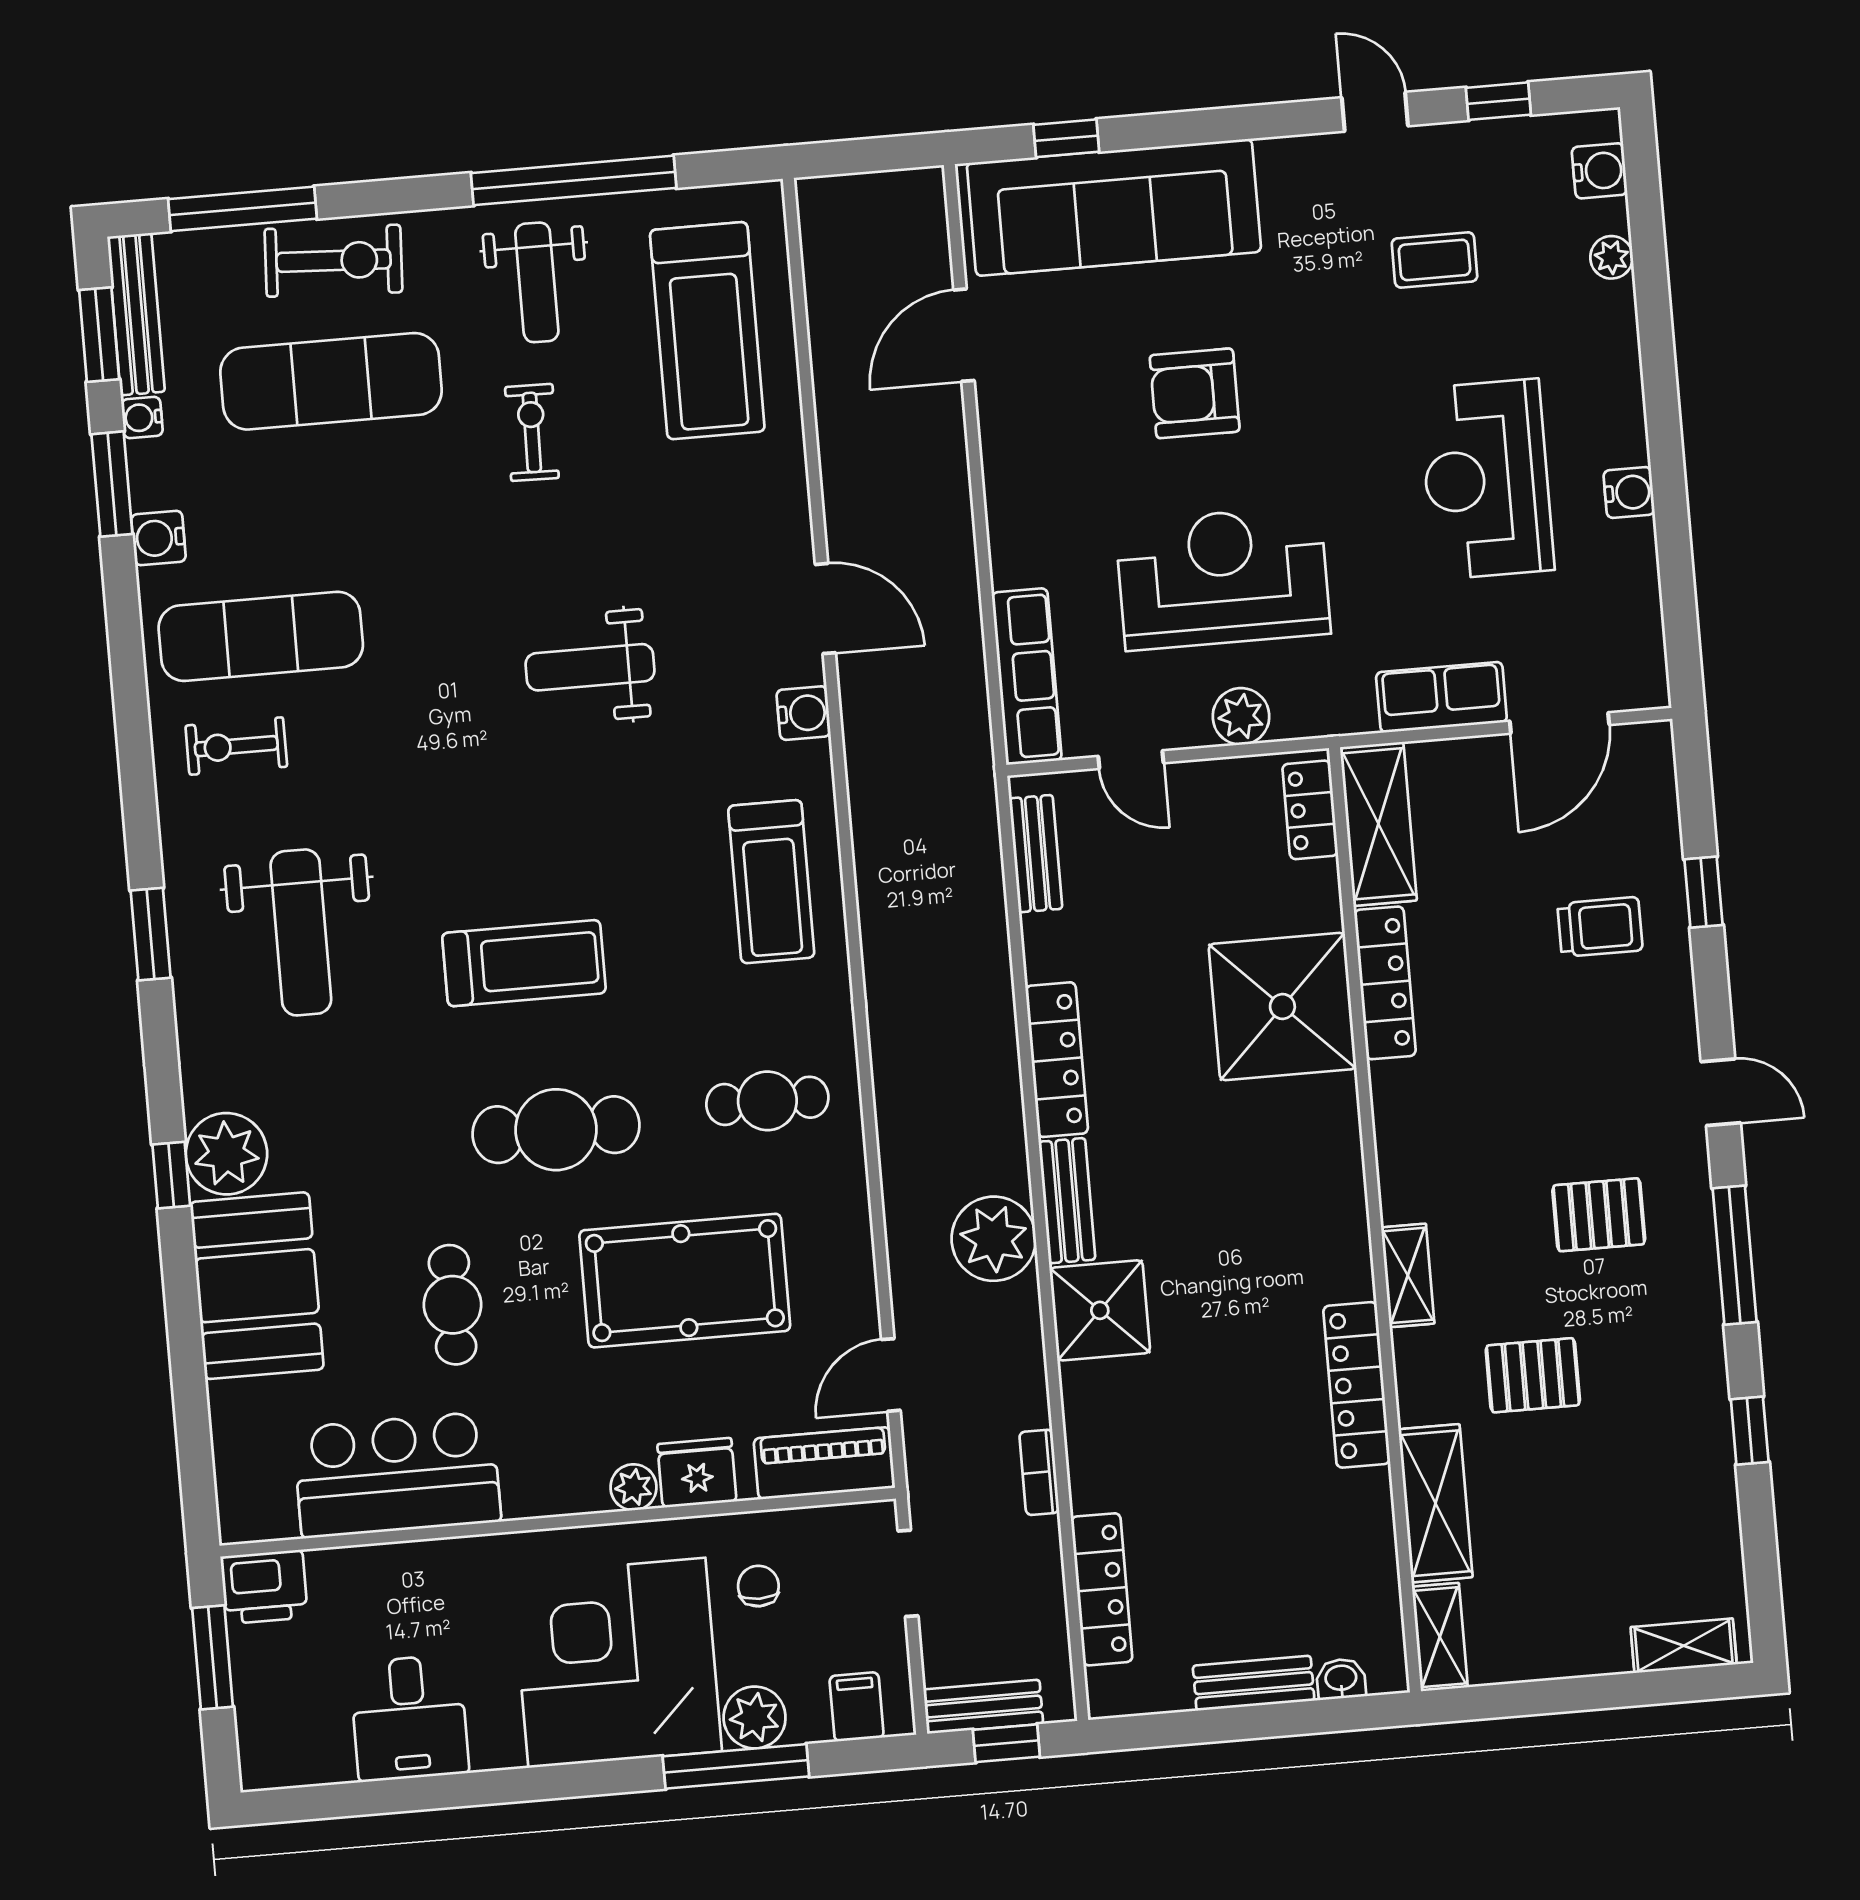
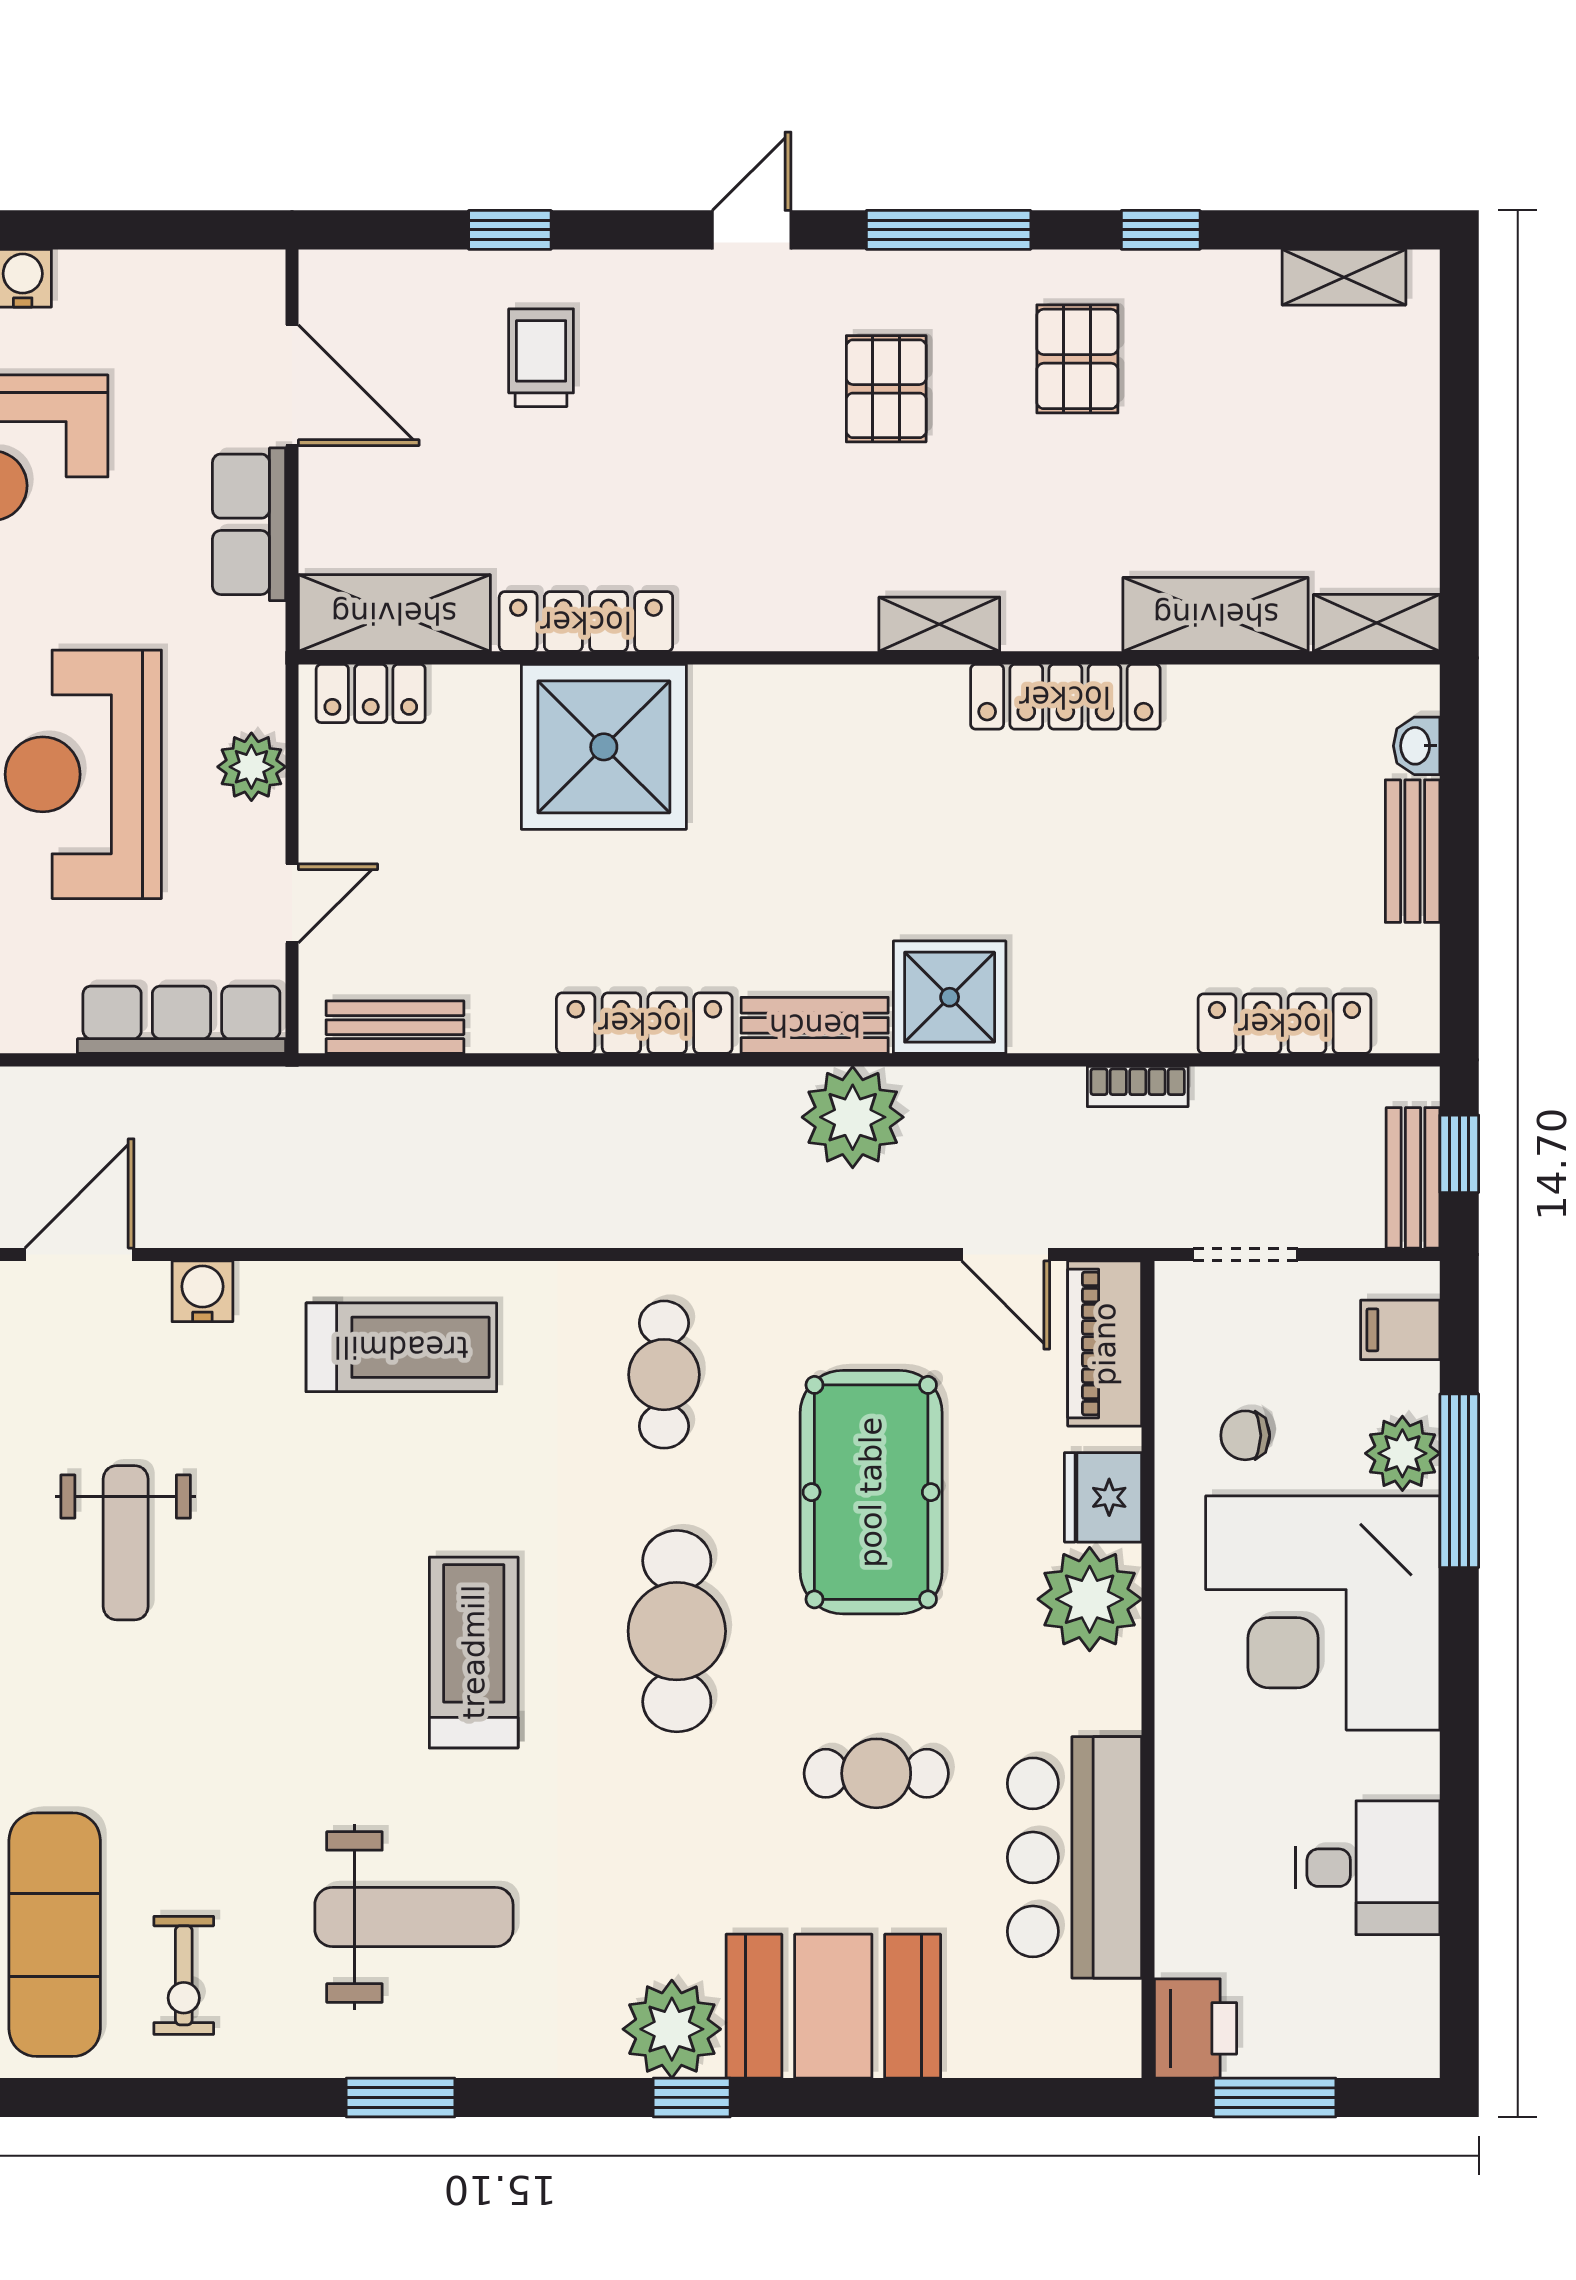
pallet: (1533, 1375) -> (1077, 359), moved
plant: (634, 1487) -> (1090, 1599), width x1.88, depth x1.88
shelving: (1684, 1646) -> (1344, 277), moved, turned 90

